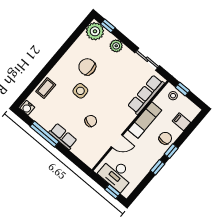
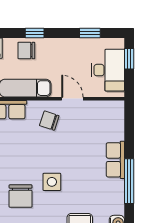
chair: (91, 121) -> (49, 121), moved
window: (158, 167) -> (90, 33), moved

